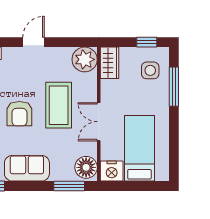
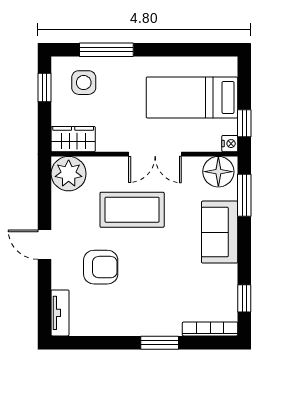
armchair: (19, 114) -> (101, 267), moved
sofa: (27, 168) -> (220, 232), moved
nightstand: (112, 171) -> (230, 144), width x0.53, depth x0.56
window: (121, 186) -> (244, 123), added

